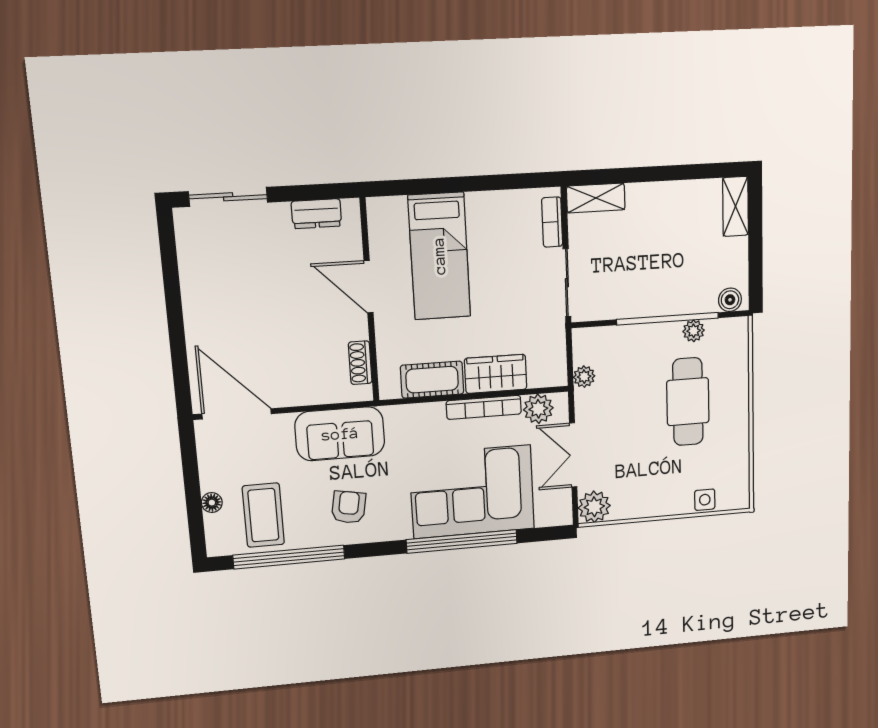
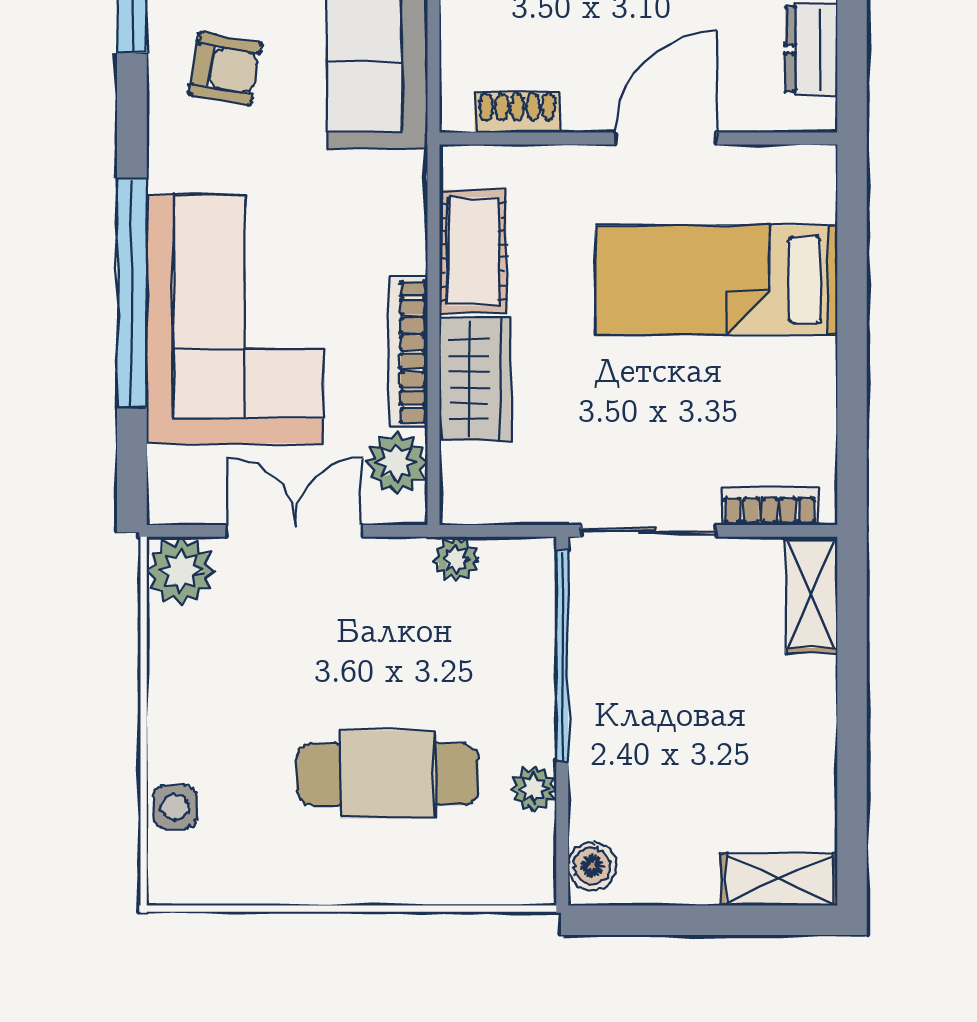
window: (668, 319) -> (562, 656), moved

